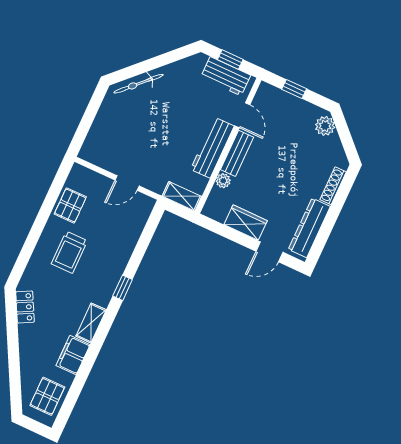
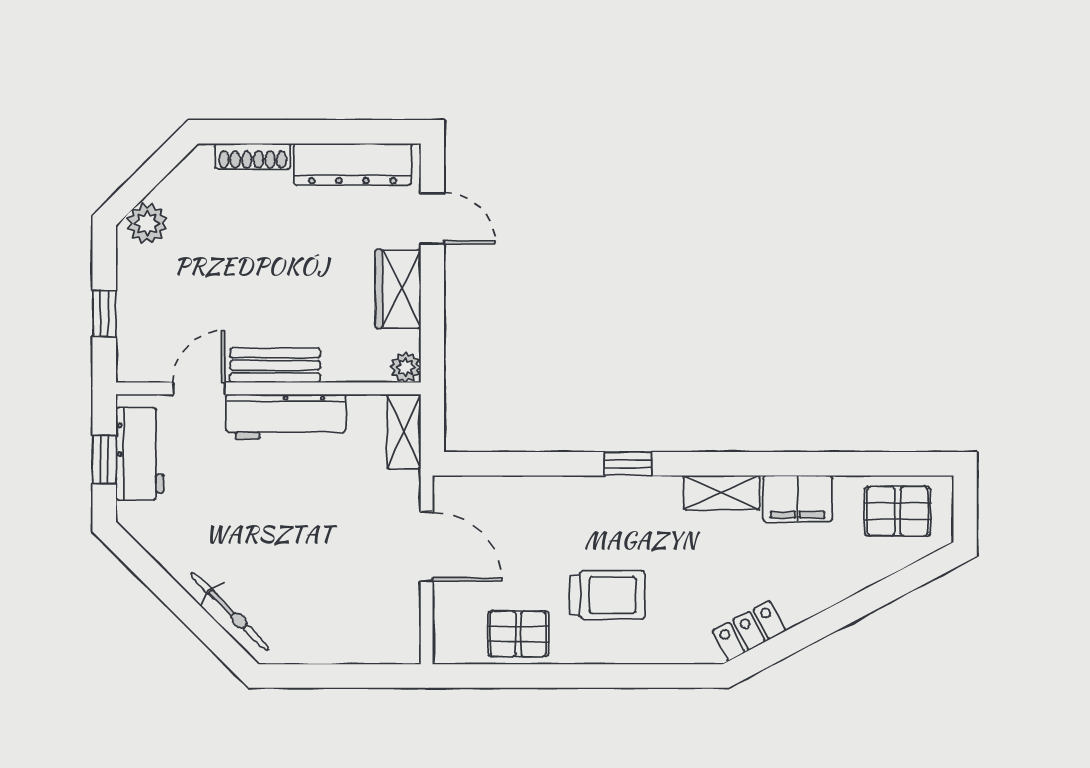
plant: (223, 181) -> (406, 367), moved
door: (127, 183) -> (427, 547), width x1.38

